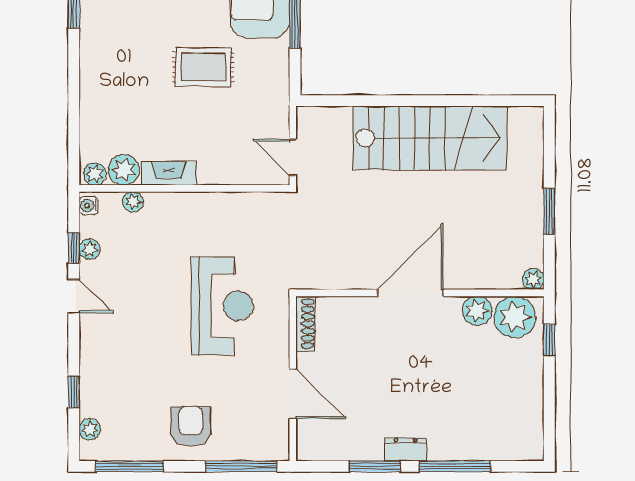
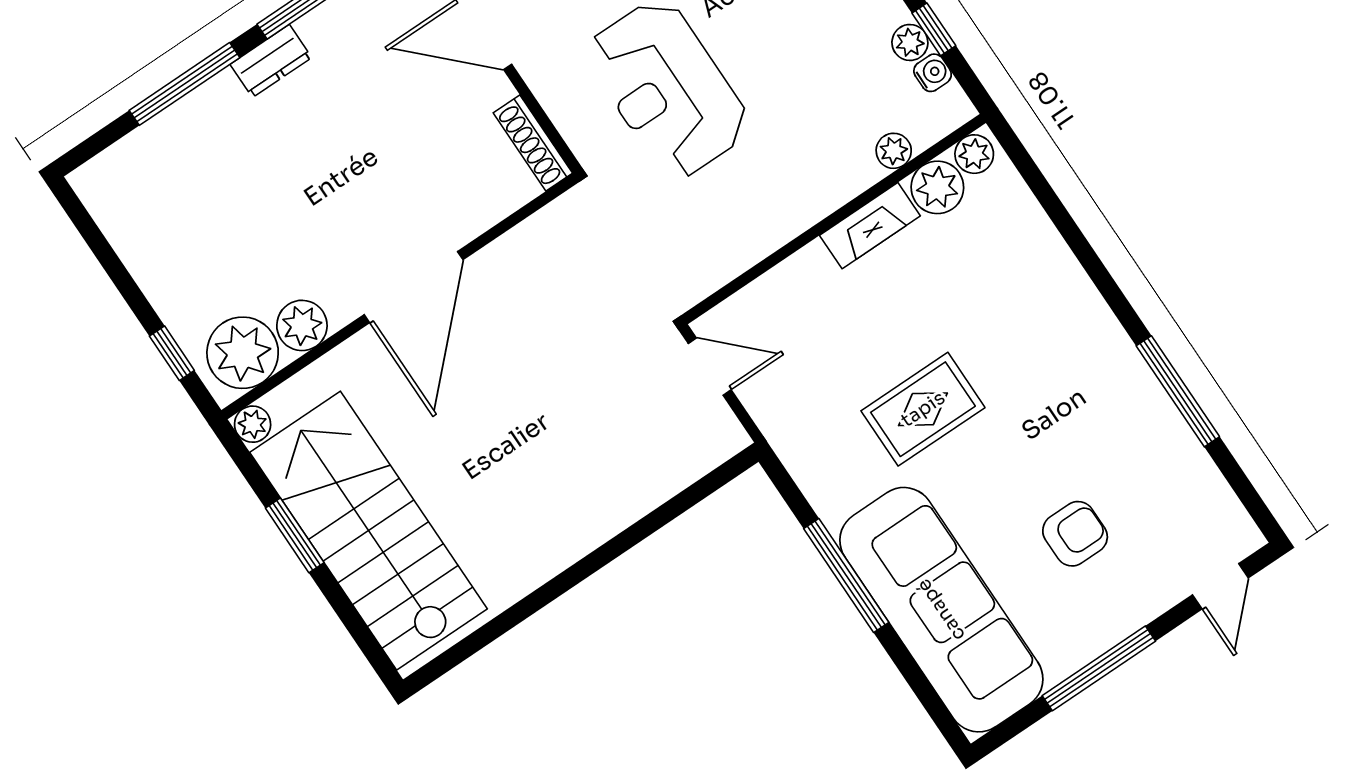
stairs: (430, 138) -> (369, 531), moved, turned 90
water cooler: (89, 206) -> (933, 73), moved

